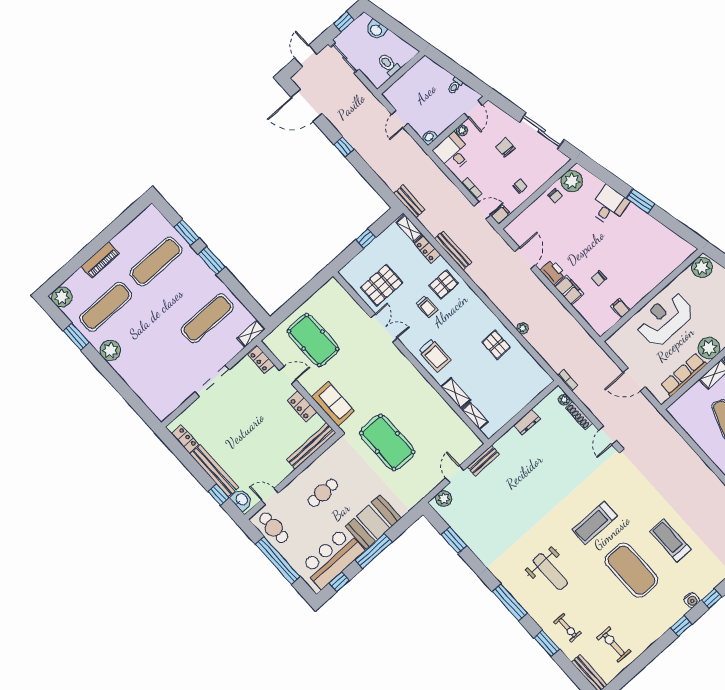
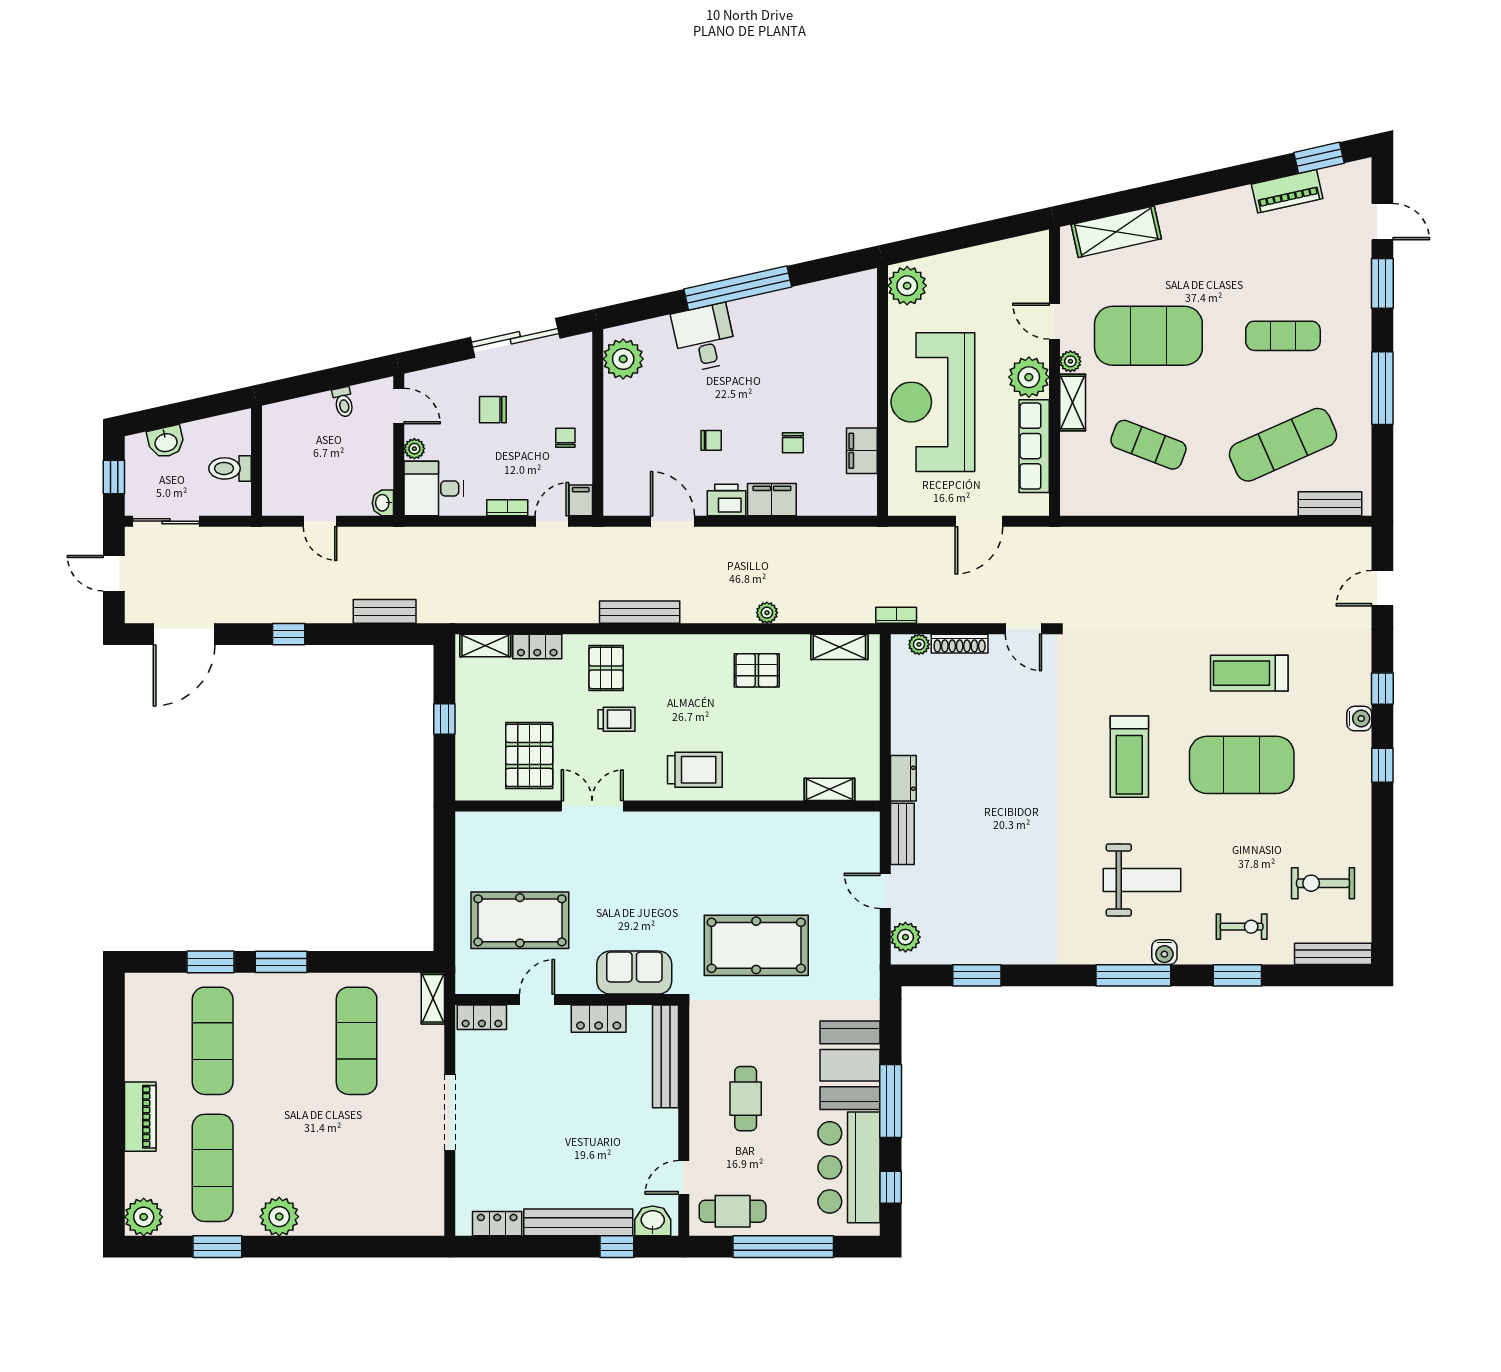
chair: (555, 195) -> (711, 440), moved
window: (641, 201) -> (738, 288), width x2.11
bench: (409, 202) -> (385, 611), moved
bench: (453, 251) -> (640, 612), moved
filing cabinet: (620, 308) -> (862, 451), width x2.00
reception desk: (665, 319) -> (933, 402), width x1.36, depth x1.30
shelving: (456, 393) -> (839, 647), moved
dresser: (527, 422) -> (903, 778), moved
water cooler: (530, 606) -> (1164, 952), added

